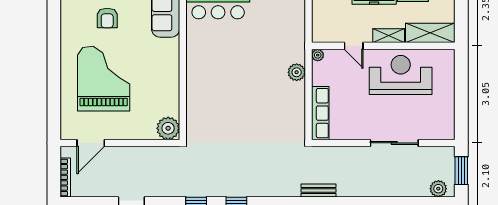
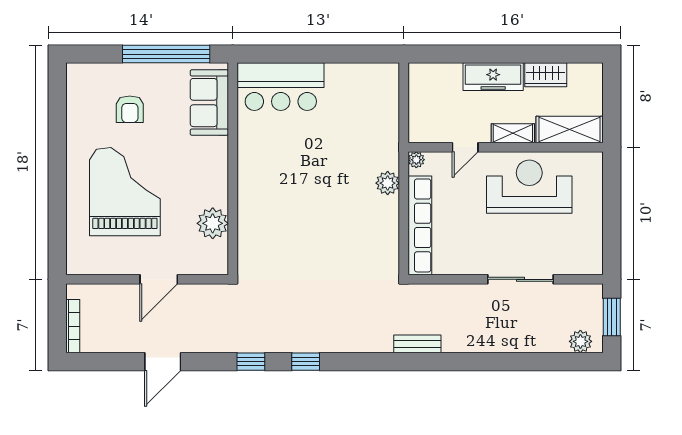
door: (354, 46) -> (465, 147), hinge flipped
row of seats: (320, 113) -> (420, 225), width x1.36
plant: (168, 128) -> (213, 223), moved
door: (91, 143) -> (159, 279), moved

